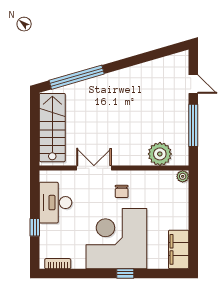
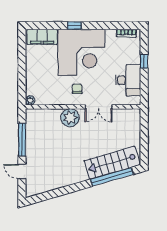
stairs: (52, 128) -> (112, 163), moved, turned 74
plant: (160, 154) -> (70, 118), moved
filing cabinet: (179, 249) -> (42, 37), moved, turned 90

